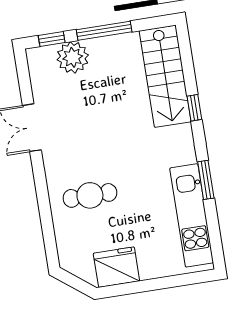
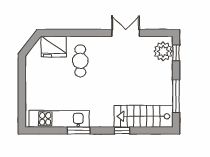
window: (104, 31) -> (176, 96), moved
plant: (73, 57) -> (163, 51), moved
fridge: (116, 267) -> (54, 47), moved, turned 90

